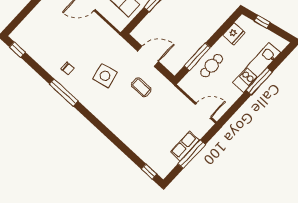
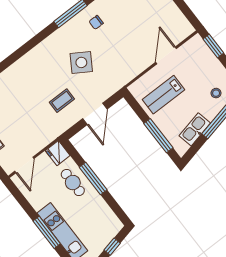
fridge: (234, 34) -> (58, 153), moved
window: (197, 57) -> (93, 179), moved
side table: (105, 76) -> (81, 62), turned 45

